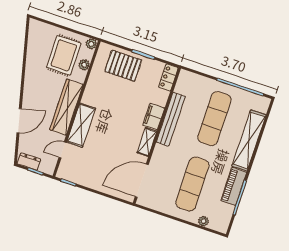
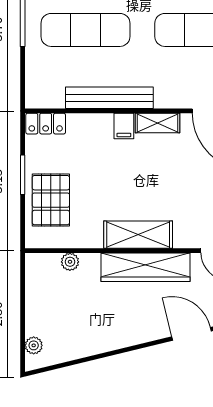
plant: (91, 44) -> (34, 345), moved
rug: (64, 55) -> (66, 299), removed
filing cabinet: (154, 116) -> (124, 126), width x0.50
shelving: (81, 125) -> (138, 235), moved

